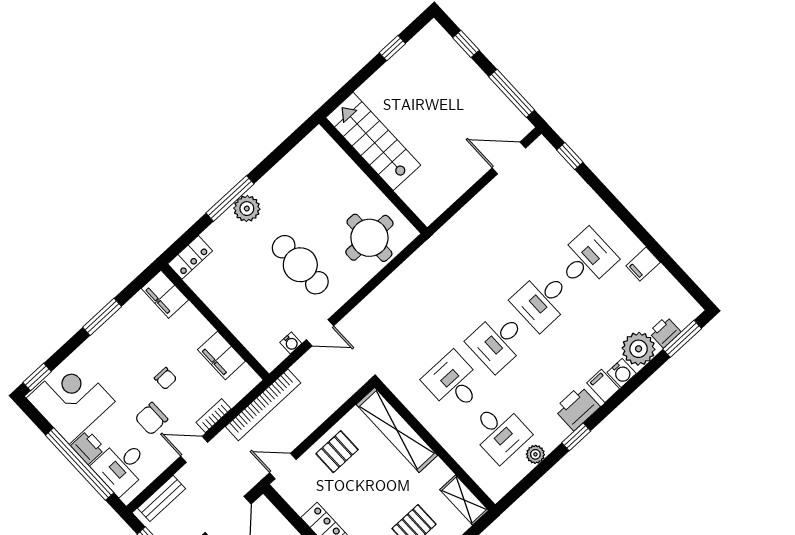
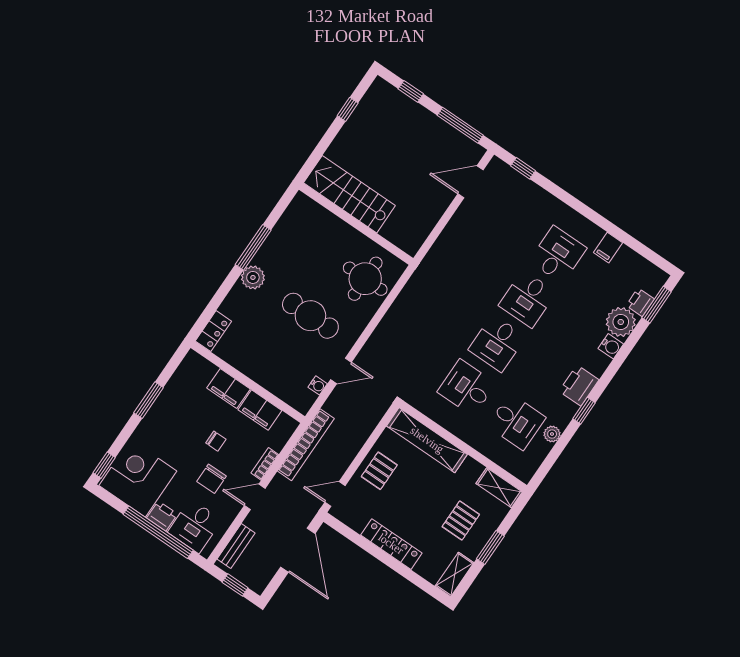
window: (230, 198) -> (253, 247), moved
filing cabinet: (165, 294) -> (229, 388), moved
filing cabinet: (603, 386) -> (597, 361), removed

